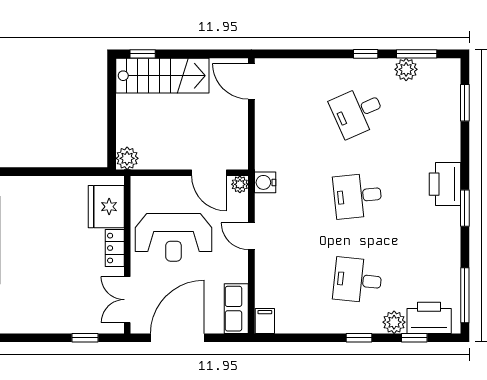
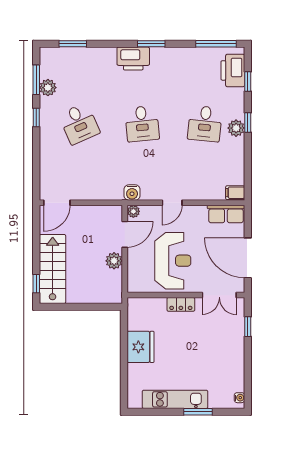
plant: (127, 158) -> (114, 261), moved
fridge: (106, 207) -> (140, 347), moved, turned -90
plant: (394, 322) -> (236, 128), moved

